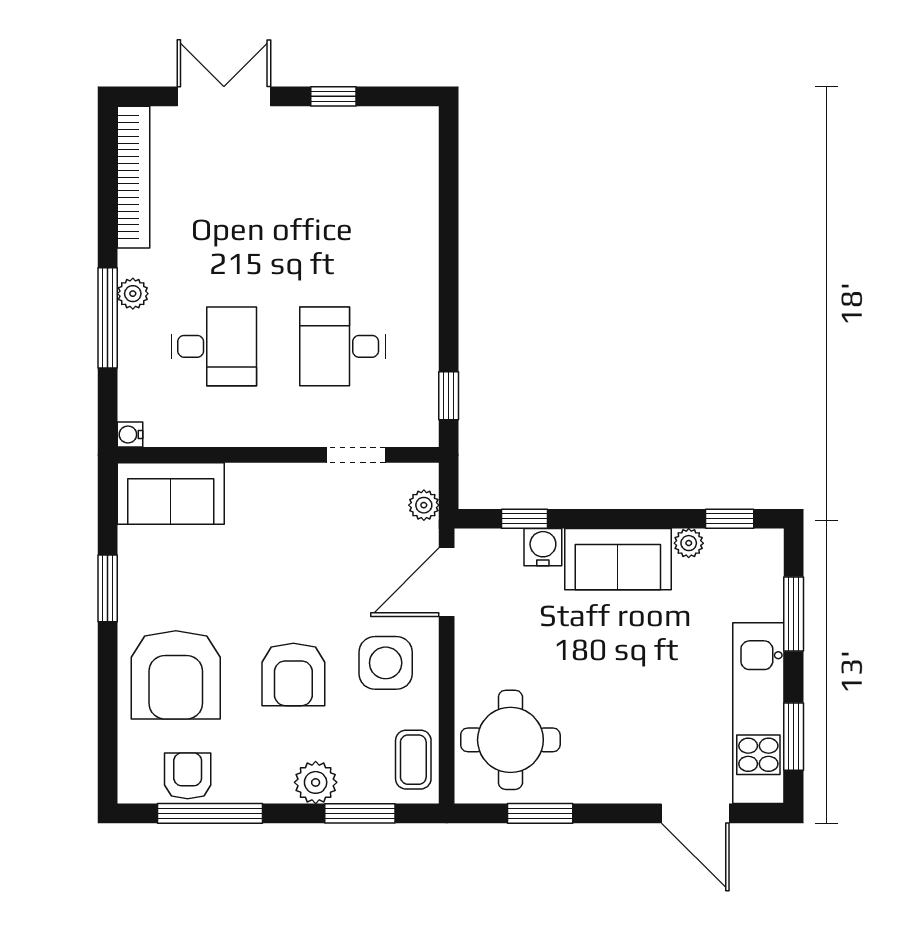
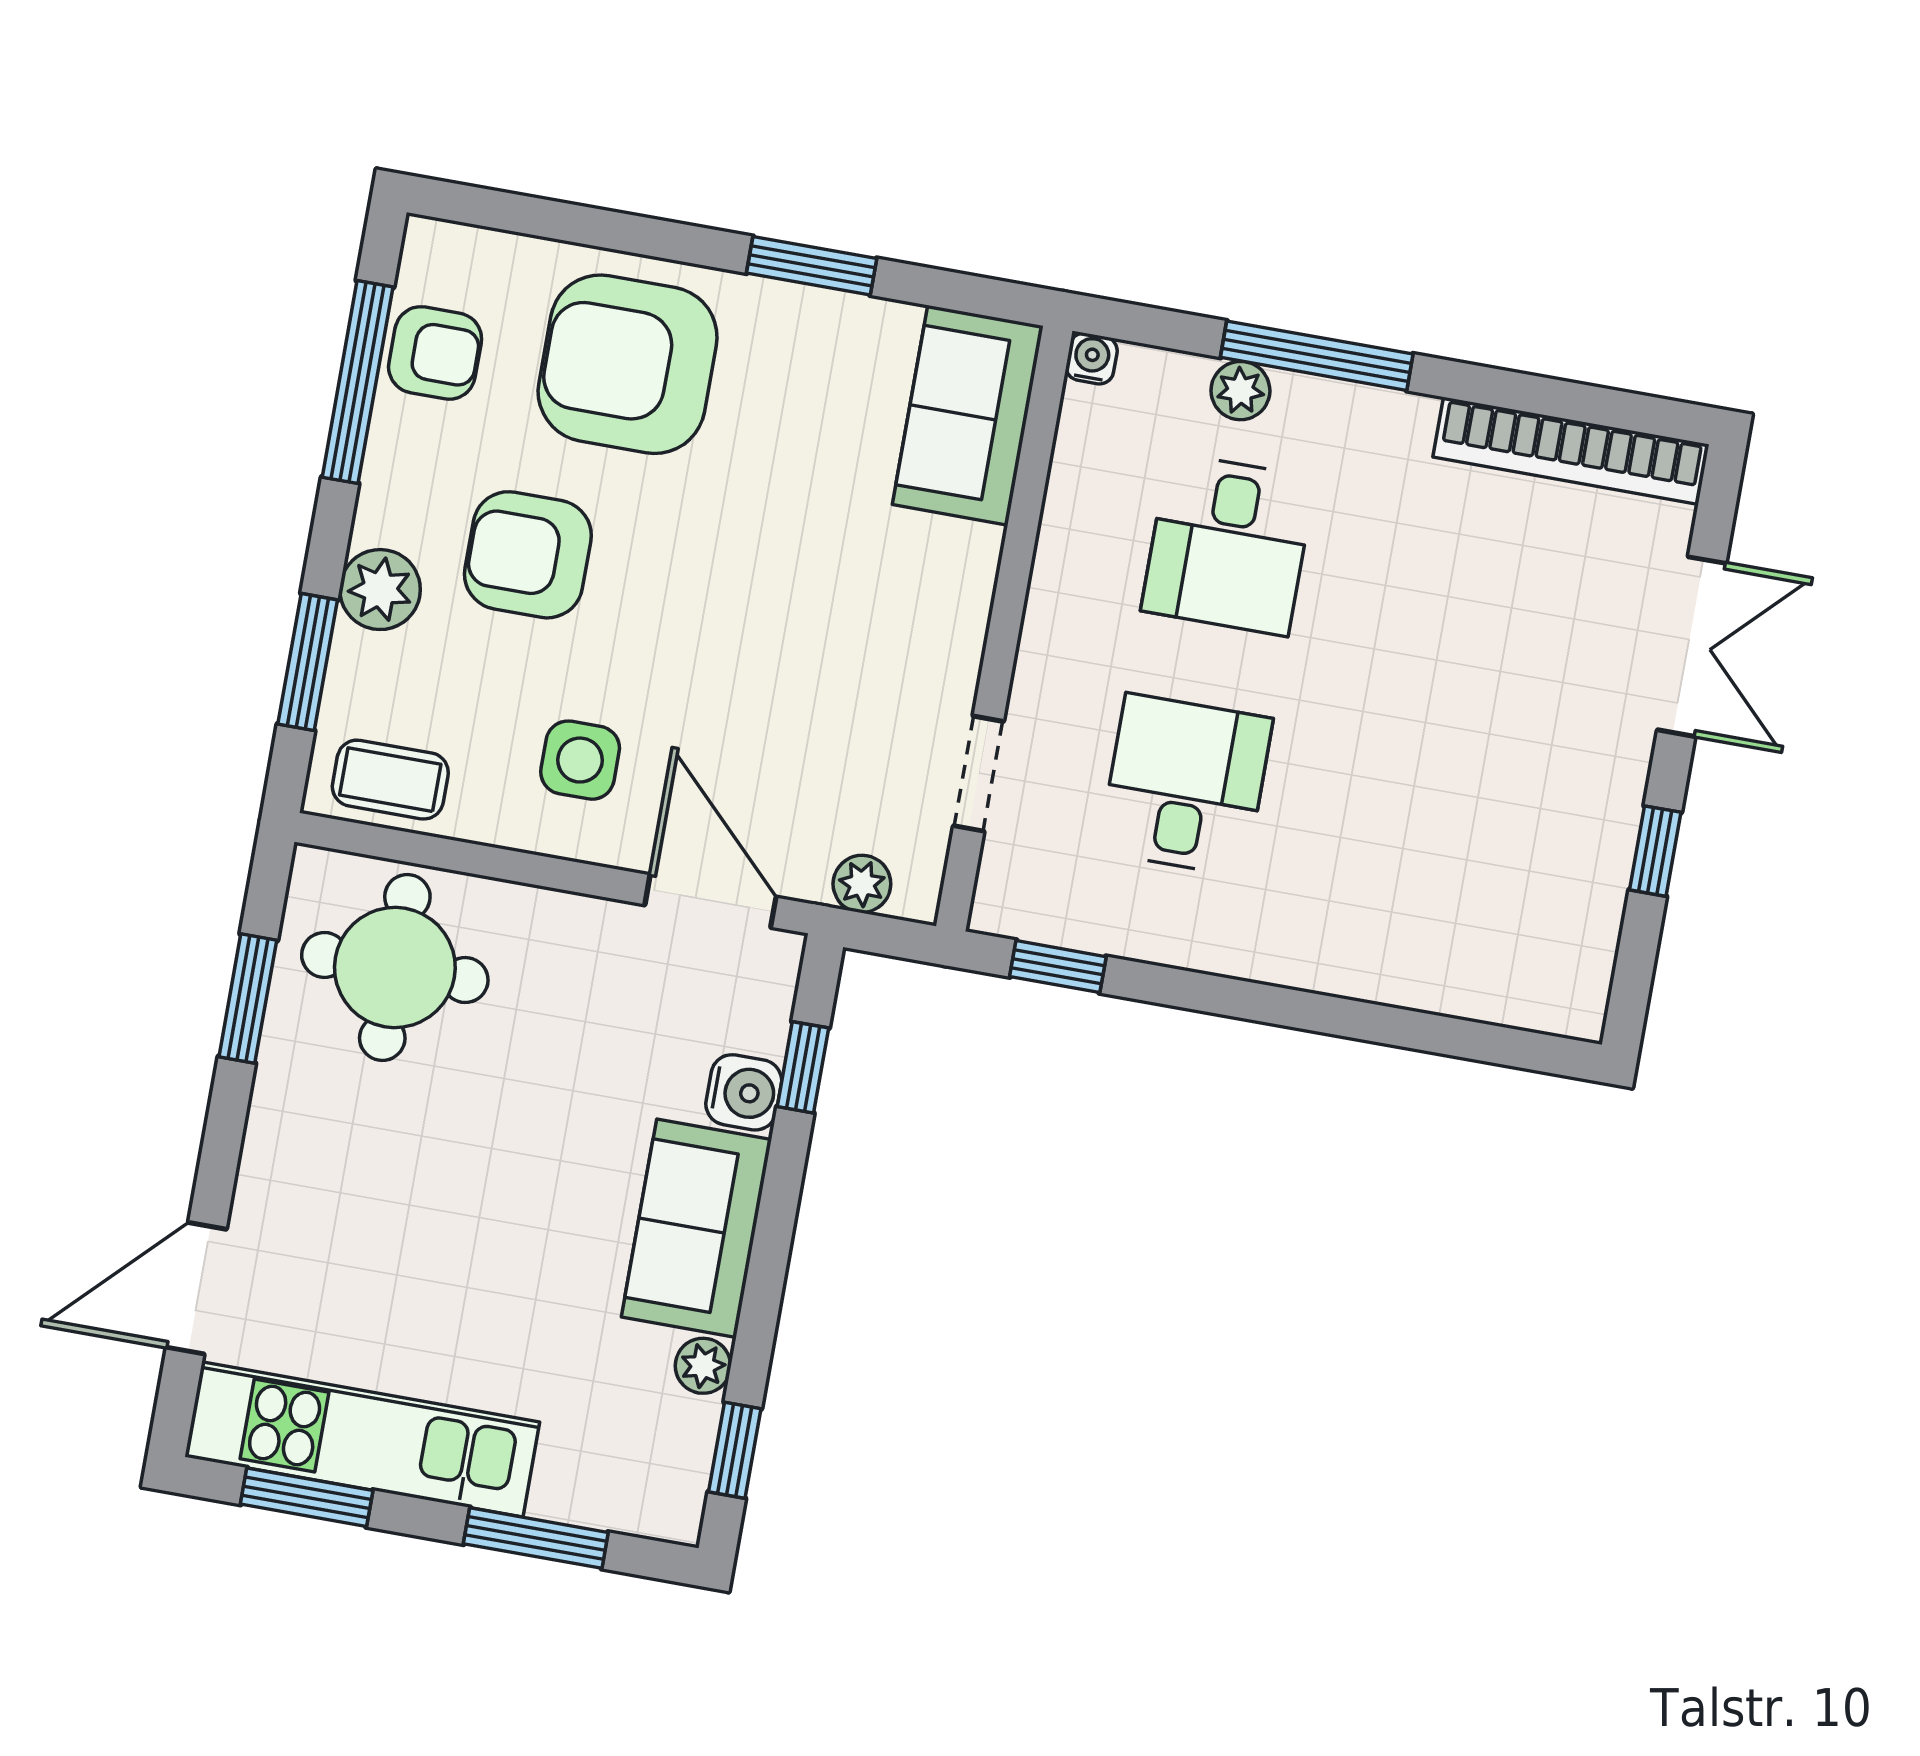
plant: (133, 294) -> (1240, 391), moved
side table: (386, 663) -> (580, 760), width x0.73, depth x0.73
armchair: (293, 675) -> (528, 555), moved

